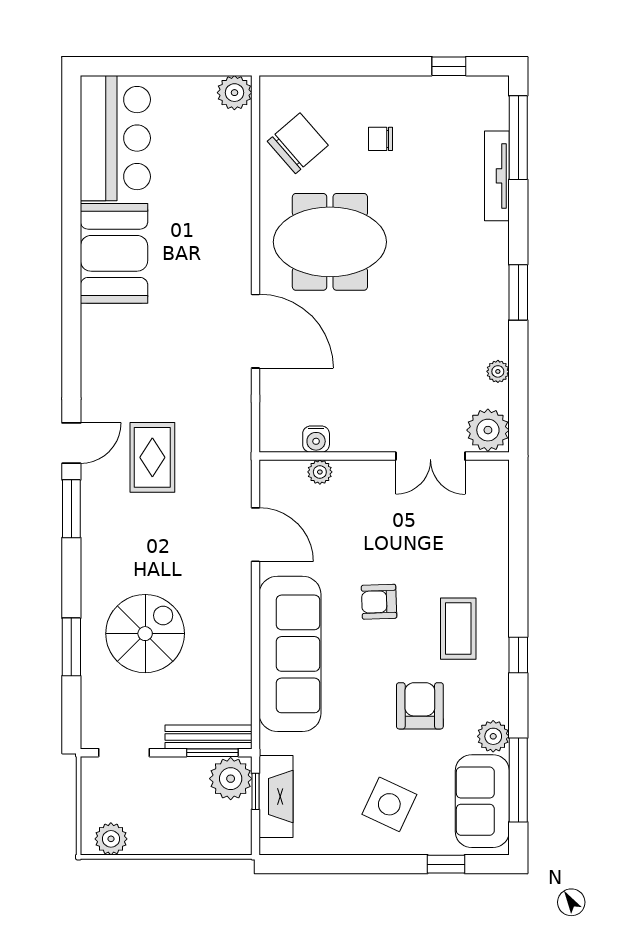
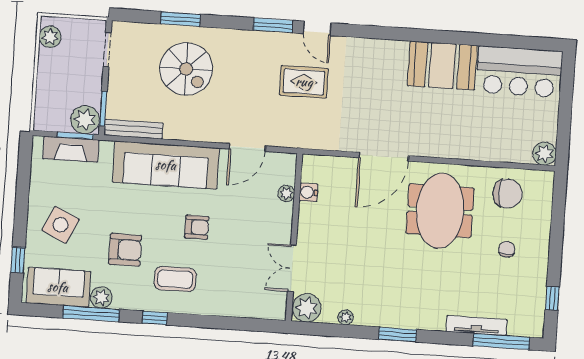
chair: (298, 143) -> (508, 194), turned -49
armchair: (379, 602) -> (197, 227), turned 92
bench: (208, 737) -> (133, 129), moved, turned 90
window: (518, 780) -> (91, 314), moved
window: (255, 791) -> (75, 136), width x1.50

